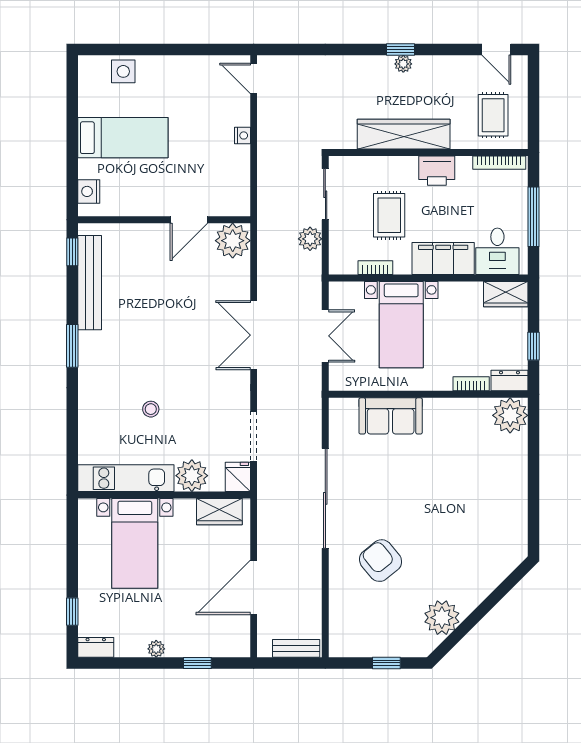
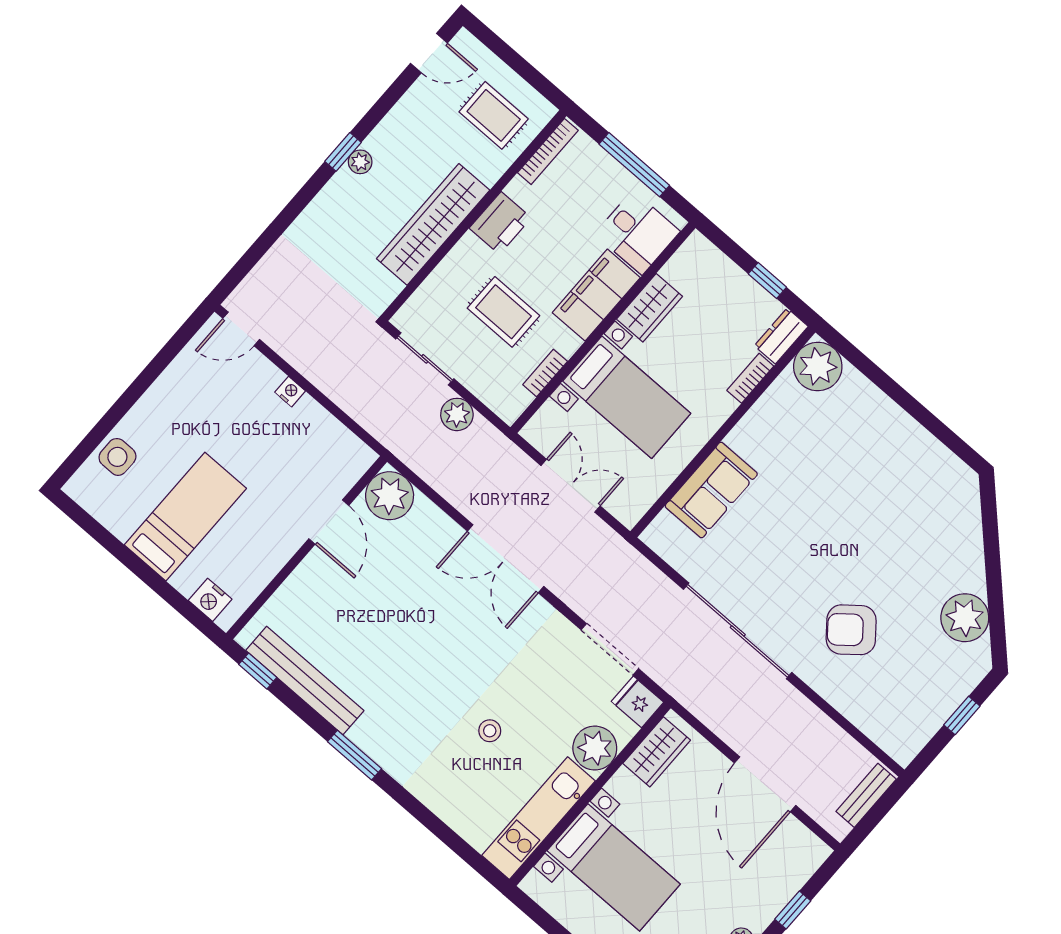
wardrobe: (506, 294) -> (650, 308), moved

